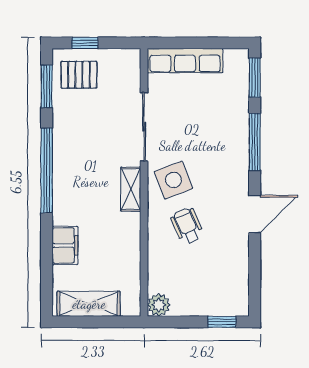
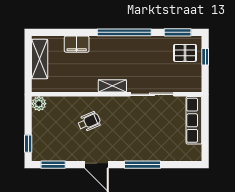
pallet: (79, 75) -> (185, 53), turned 90
window: (255, 78) -> (53, 165), moved
side table: (173, 180) -> (118, 113), removed

